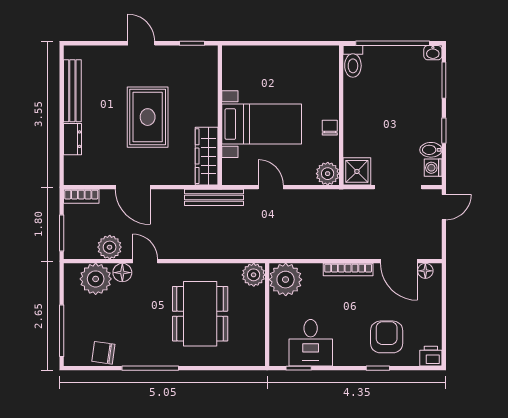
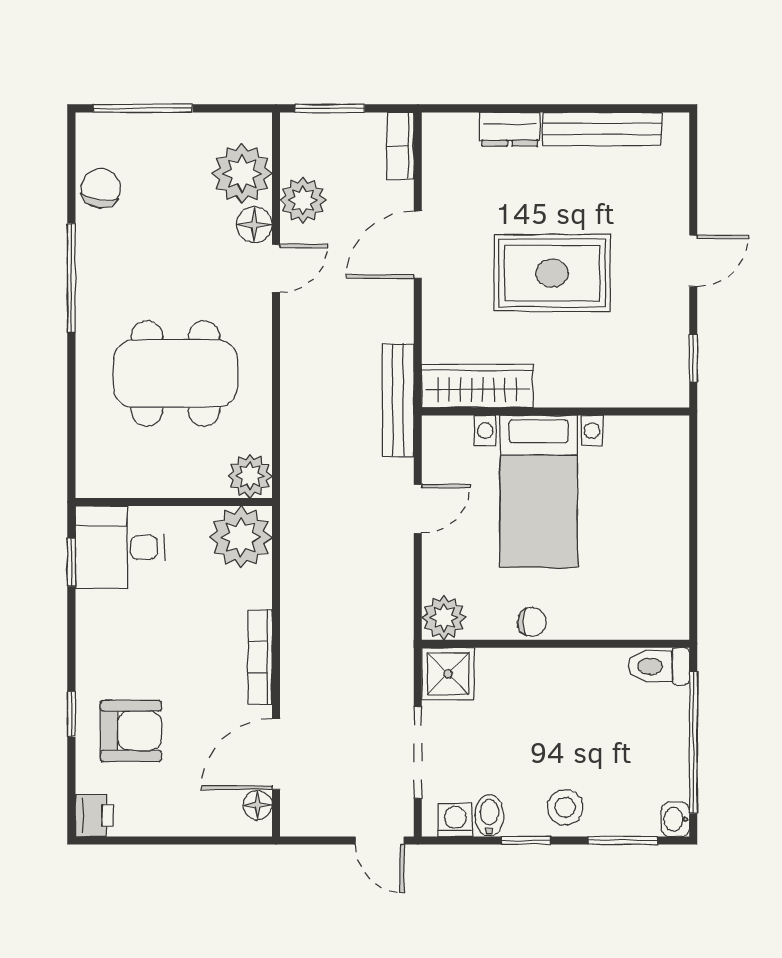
stool: (427, 110) -> (565, 807), added
desk: (311, 343) -> (120, 547), moved

